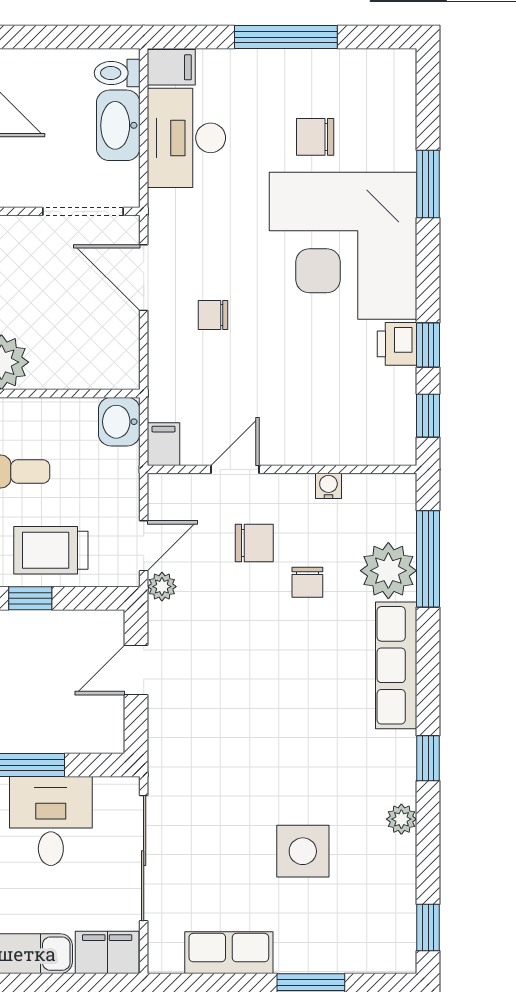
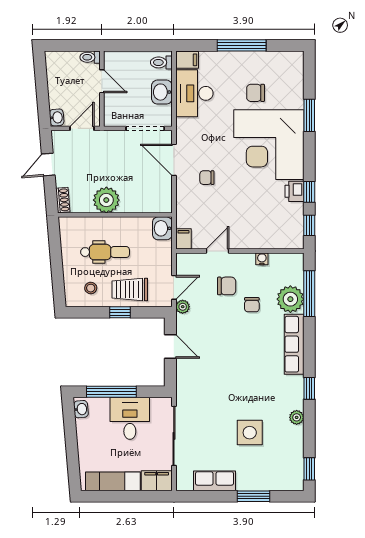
washbasin: (118, 125) -> (162, 92), width x0.72
door: (136, 670) -> (170, 346), swing flipped

